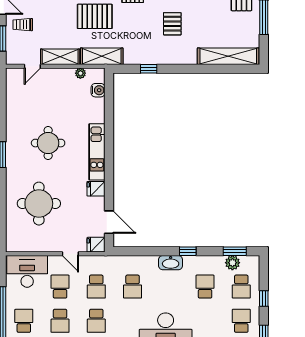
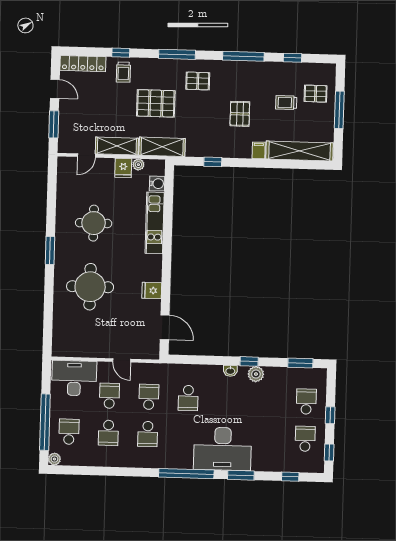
trolley: (23, 25) -> (286, 103), moved
filing cabinet: (191, 57) -> (259, 150), added
round table: (48, 143) -> (94, 223), moved
kitchen unit: (97, 152) -> (155, 223), moved
round table: (39, 204) -> (90, 287), moved
fridge: (96, 245) -> (123, 168), moved, turned -90
washbasin: (171, 263) -> (230, 371), width x0.52, depth x0.69
plant: (232, 263) -> (256, 374), moved
school desk: (96, 287) -> (149, 397), turned 180
school desk: (205, 287) -> (267, 400), removed
school desk: (241, 287) -> (306, 402), turned 180

